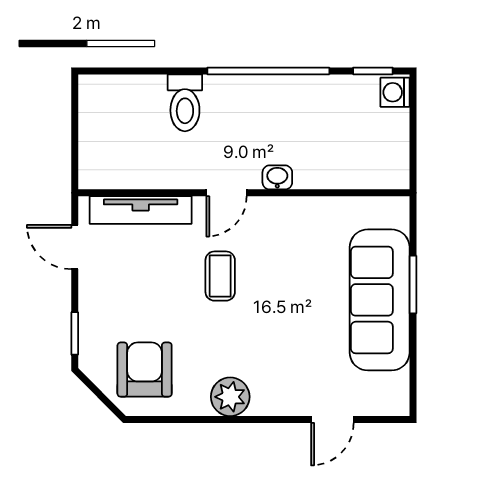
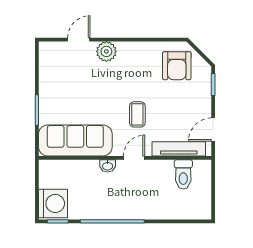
washing machine: (395, 92) -> (53, 203), width x1.89, depth x1.89
toilet: (185, 103) -> (183, 174), moved, turned 180
door: (75, 247) -> (213, 130), swing flipped
sofa: (380, 300) -> (75, 140), moved, turned -90
plant: (230, 397) -> (106, 51), moved

